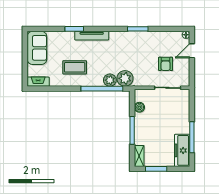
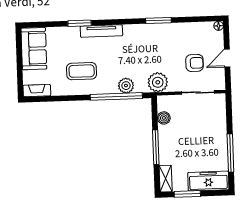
door: (192, 51) -> (227, 58), moved
armchair: (166, 64) -> (195, 63), turned -90
plant: (125, 78) -> (158, 82), moved
freezer: (182, 150) -> (208, 181), moved, turned 90

